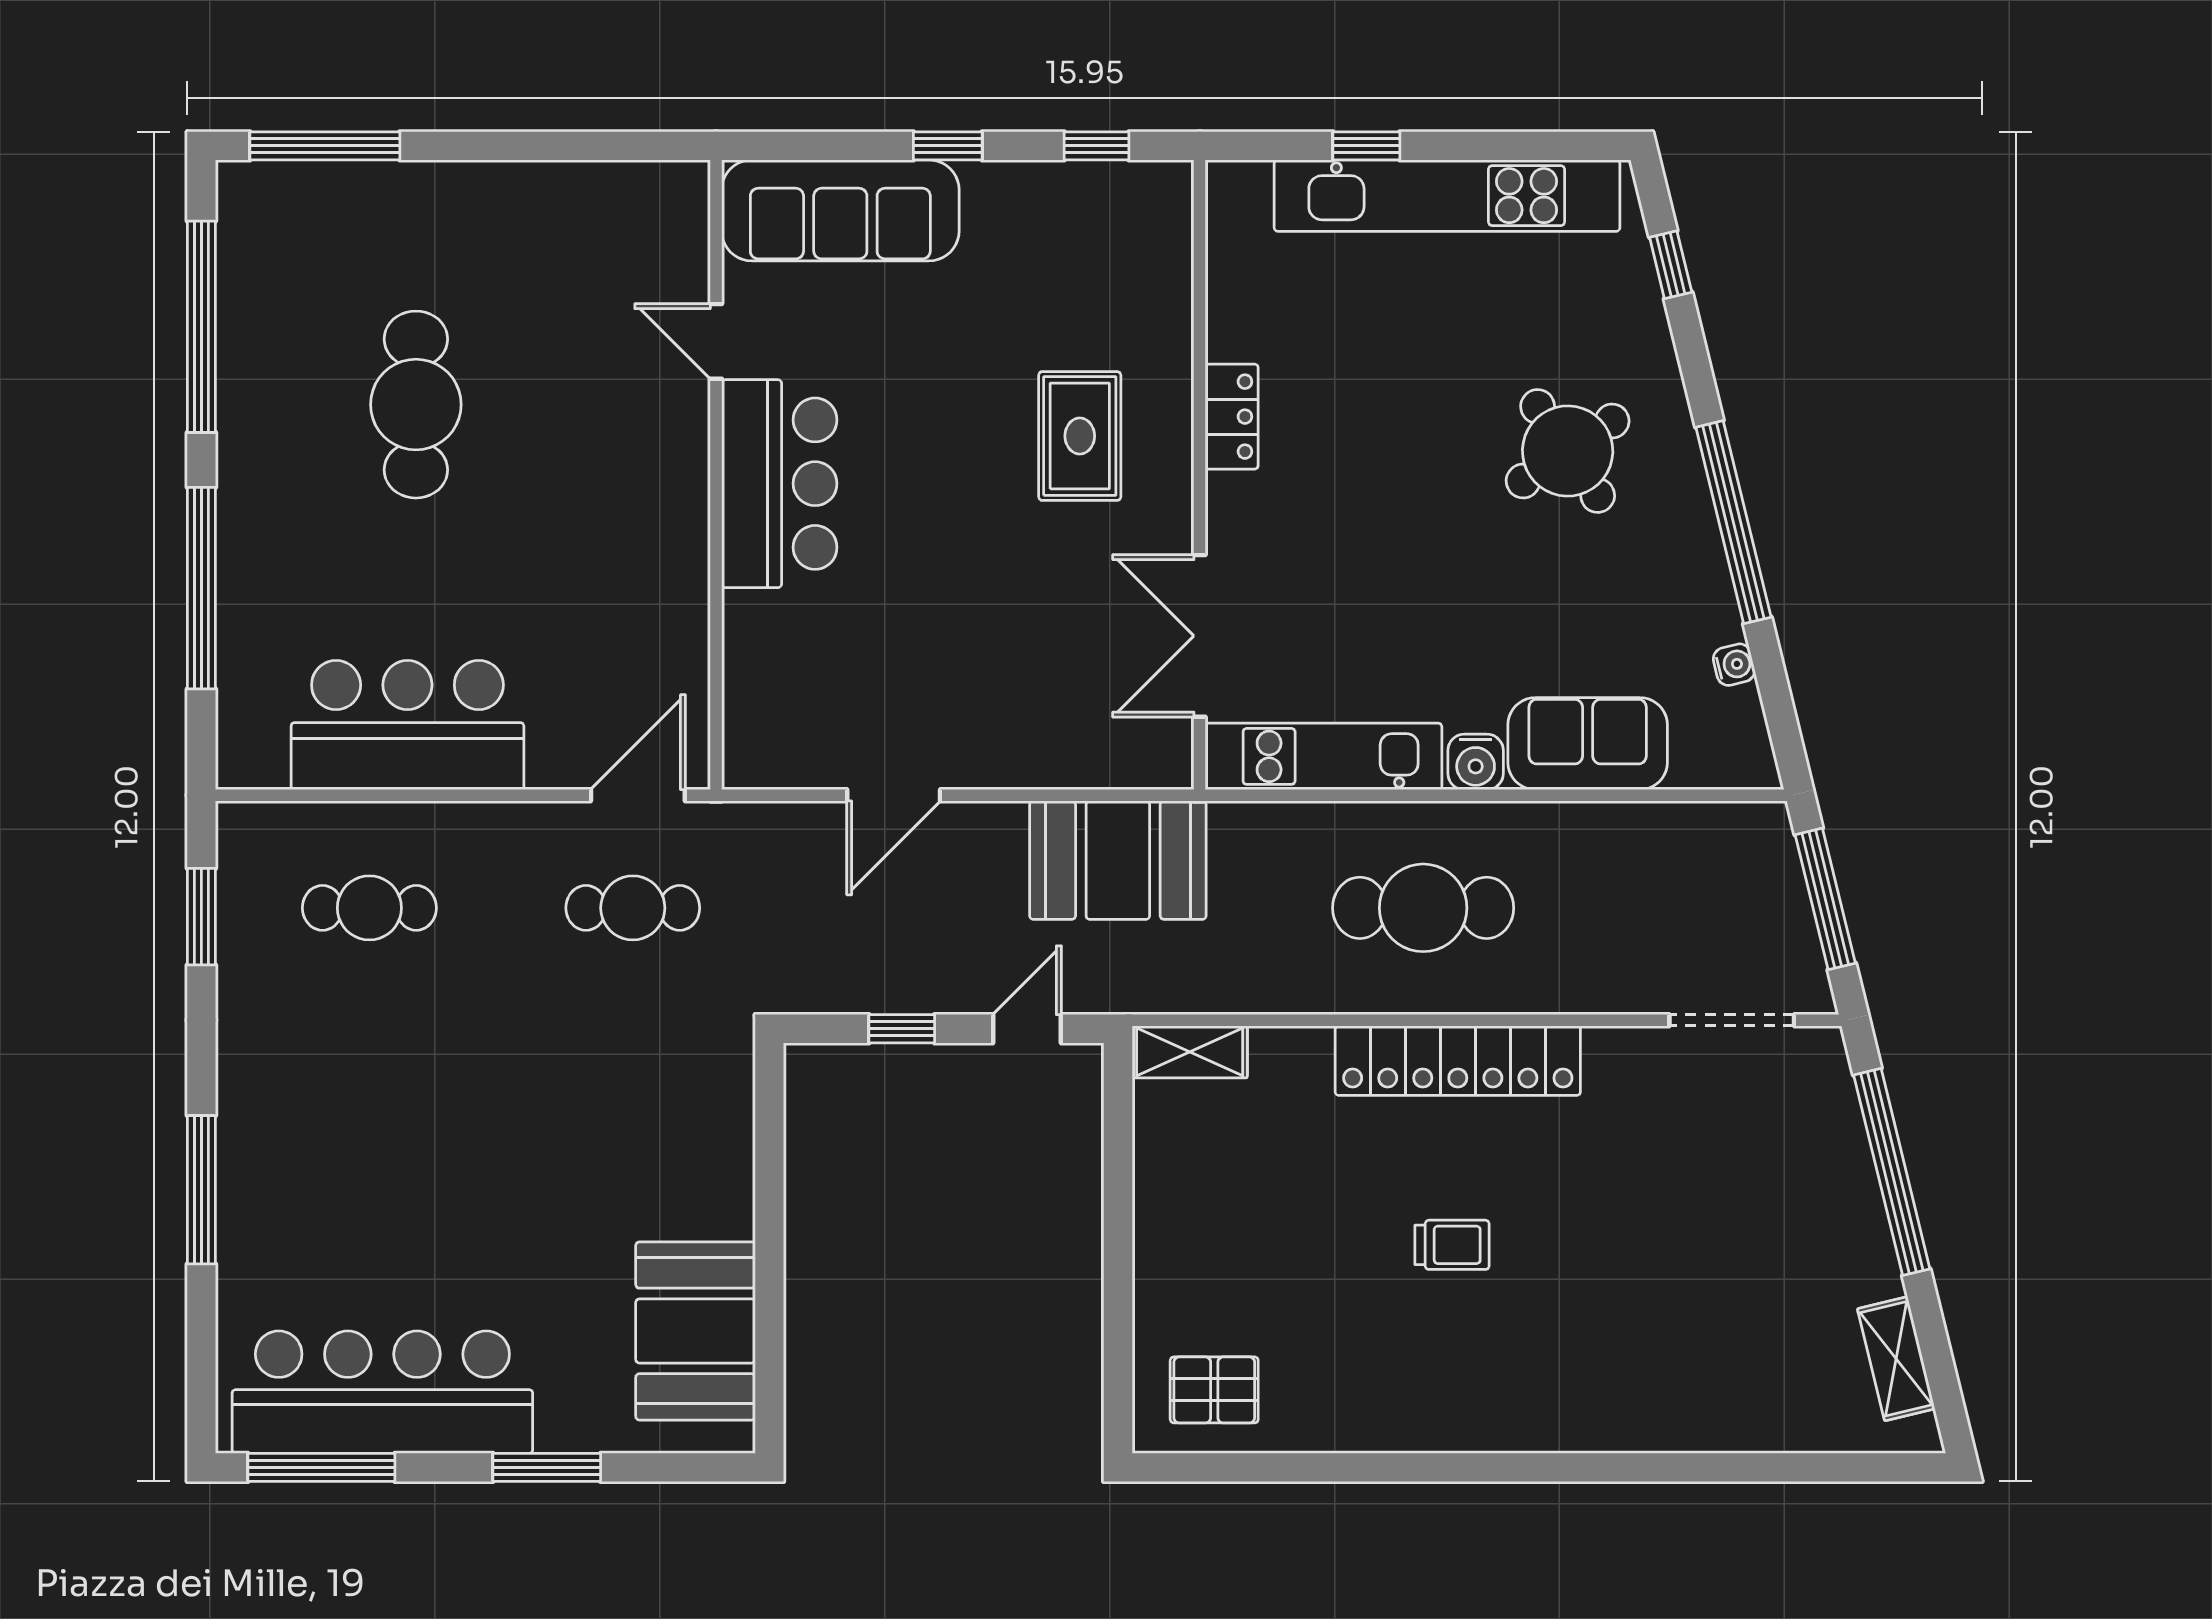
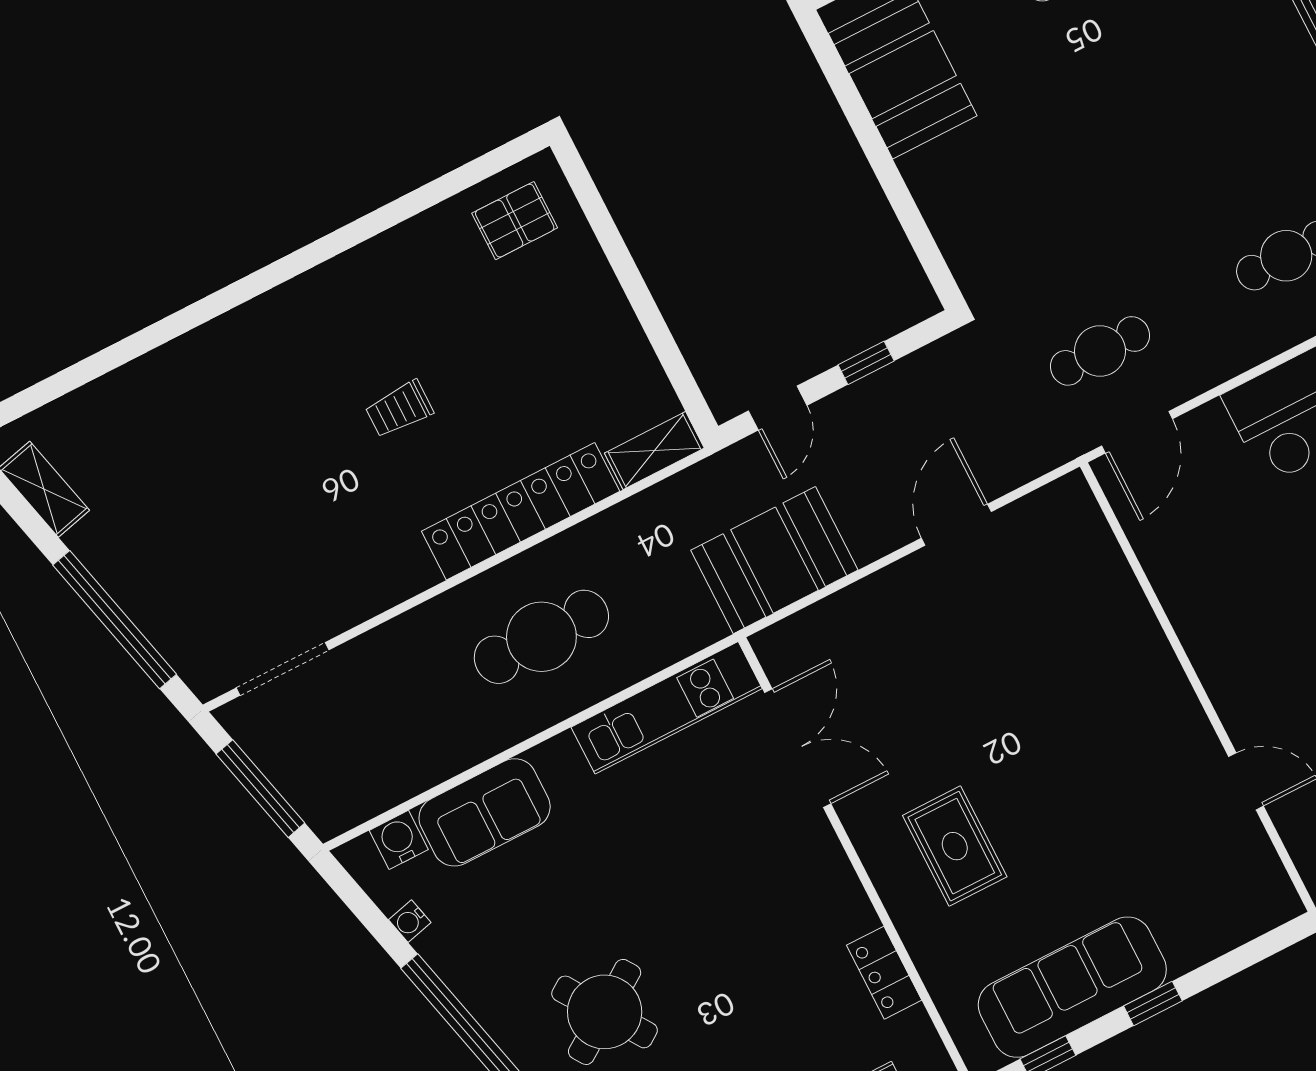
sofa: (840, 210) -> (1072, 987), moved
locker: (1232, 417) -> (884, 973), moved
bar counter: (779, 484) -> (1150, 704), removed
water cooler: (1476, 762) -> (399, 840), moved
locker: (1458, 1061) -> (521, 511), moved

